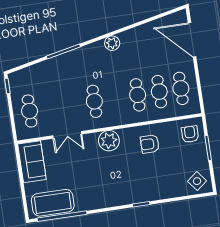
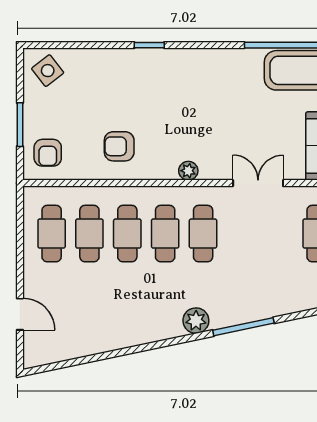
door: (192, 40) -> (20, 314), width x0.53
plant: (112, 43) -> (196, 321), moved
cafe table: (116, 98) -> (165, 234), added
plant: (109, 141) -> (188, 171), width x0.53, depth x0.53
armchair: (150, 144) -> (119, 146), turned 180

